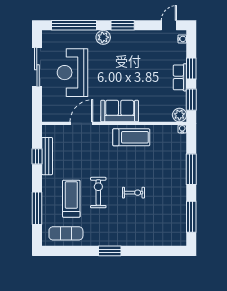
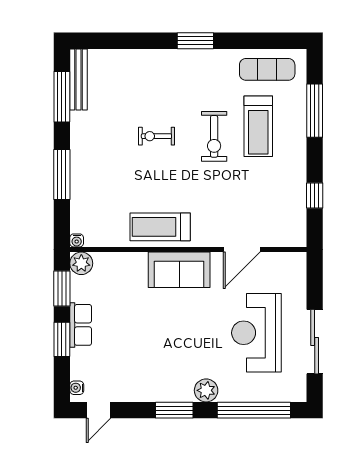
reception desk: (72, 73) -> (256, 333), turned 180
bench: (47, 156) -> (79, 79), moved

